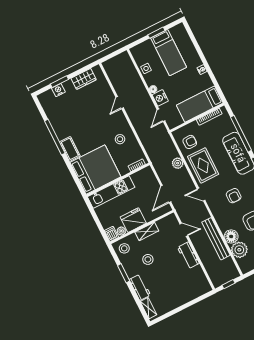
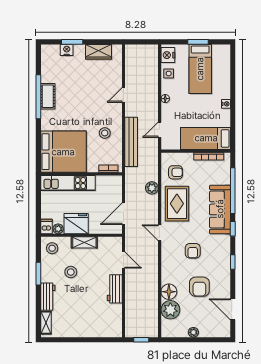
nightstand: (160, 98) -> (168, 55), moved
cot: (70, 149) -> (48, 96), moved
bench: (216, 239) -> (131, 142), moved

